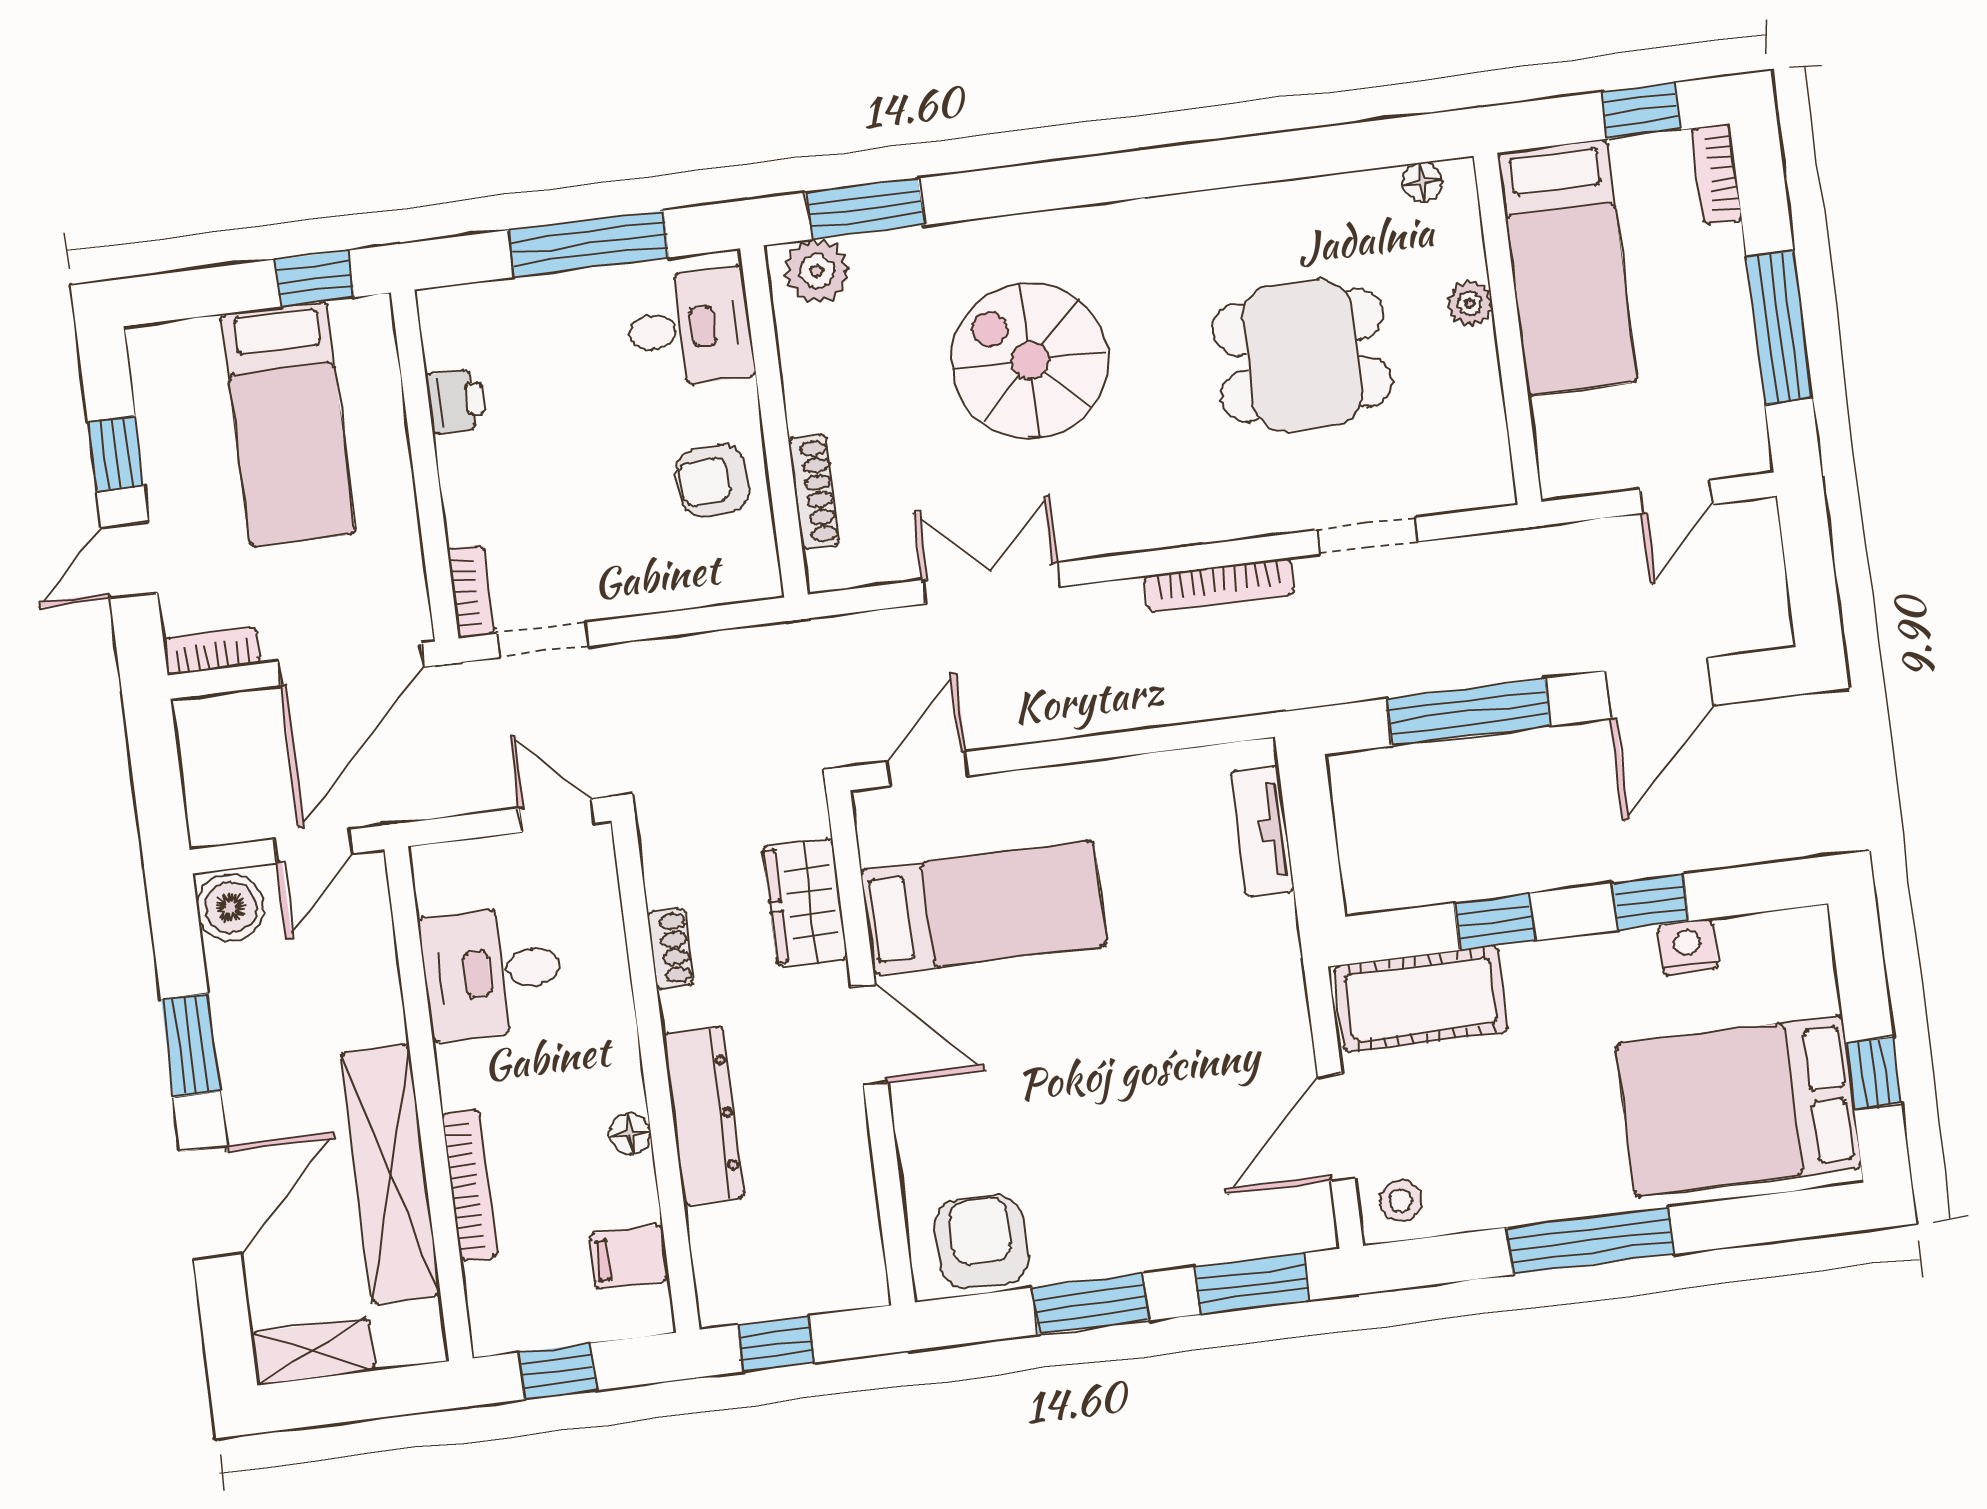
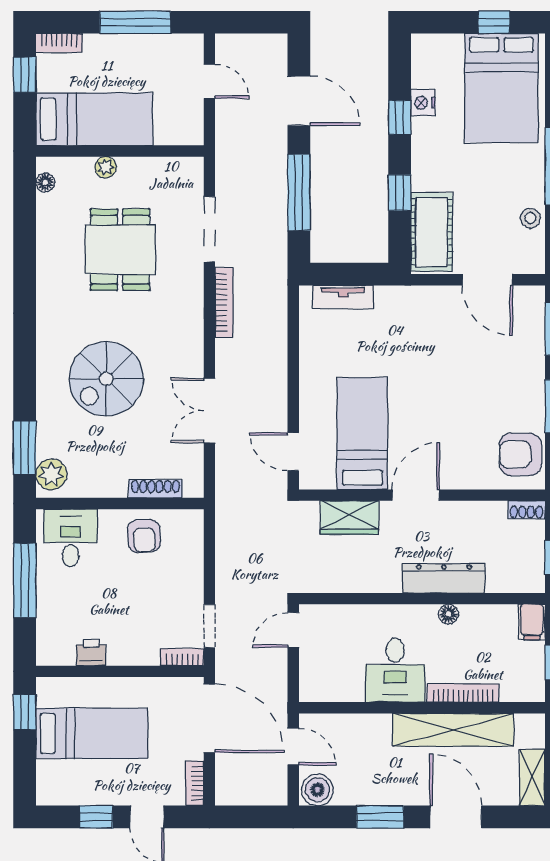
doorway: (1368, 536) -> (209, 229), width x1.38
shoe rack: (670, 949) -> (527, 510), moved, turned 180
desk: (492, 972) -> (395, 670), moved
stool: (1401, 1201) -> (530, 218), moved
filing cabinet: (629, 1257) -> (532, 622), moved

